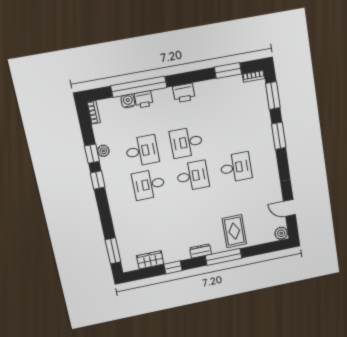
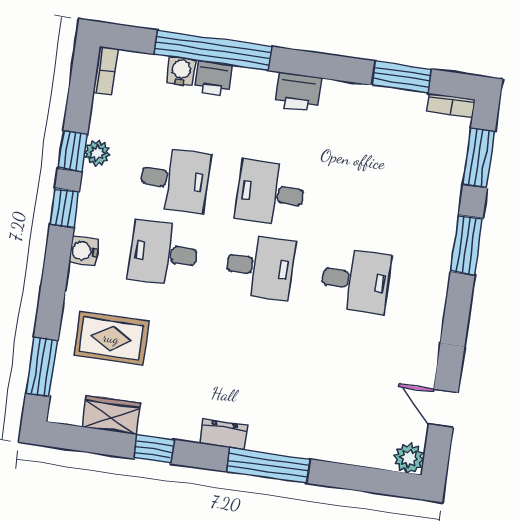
water cooler: (113, 196) -> (84, 251), added
rug: (234, 231) -> (111, 338), moved, turned 90

